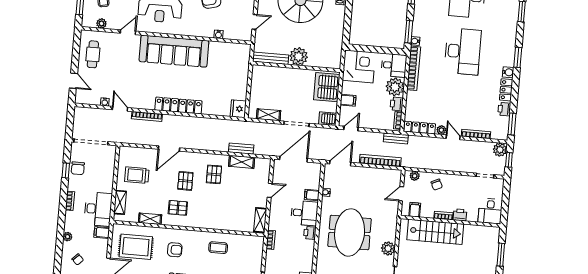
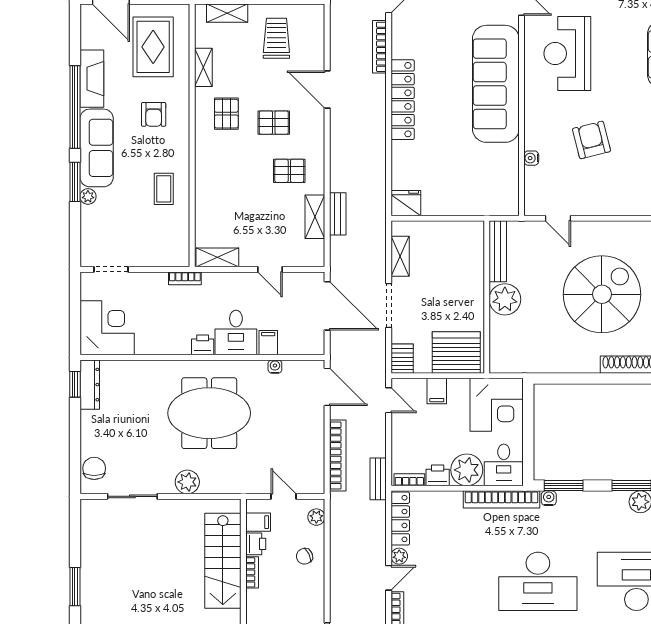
printer: (460, 215) -> (256, 544), moved

